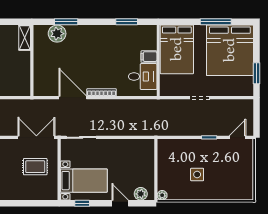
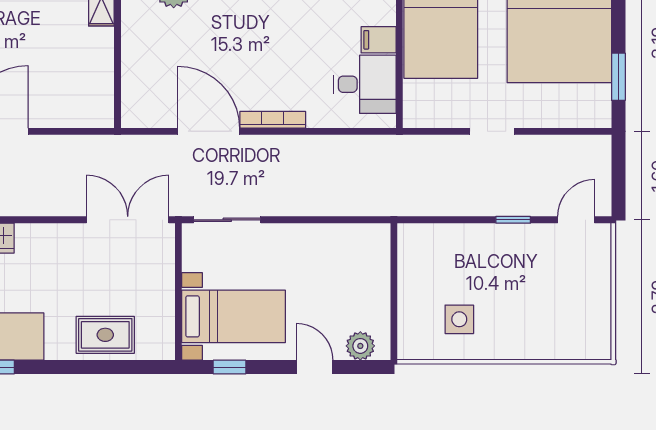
rug: (35, 167) -> (105, 335), moved
side table: (197, 175) -> (459, 319), moved
plant: (162, 195) -> (408, 349), removed

